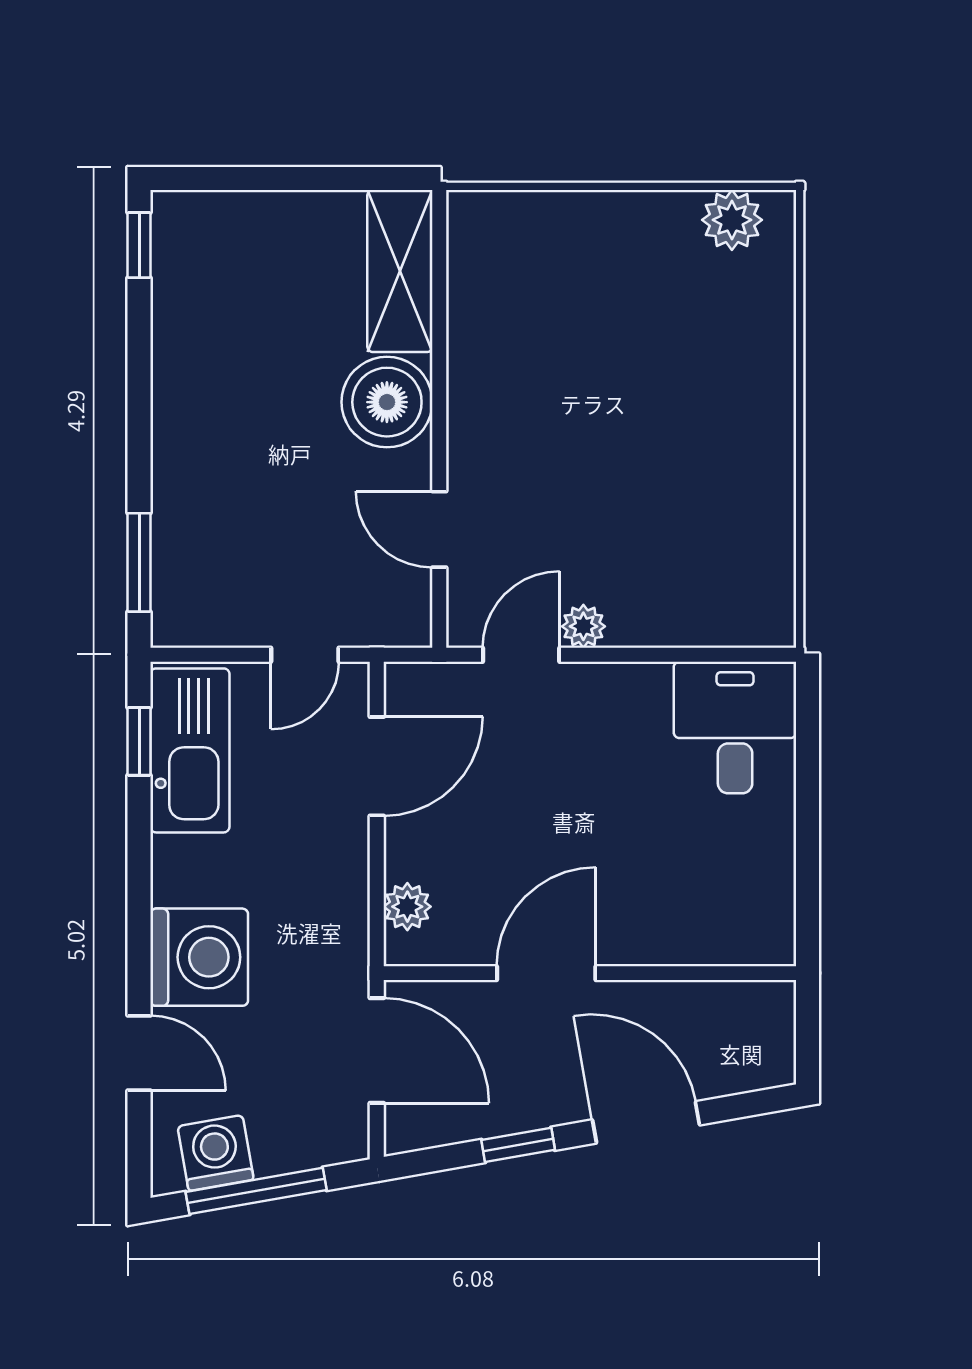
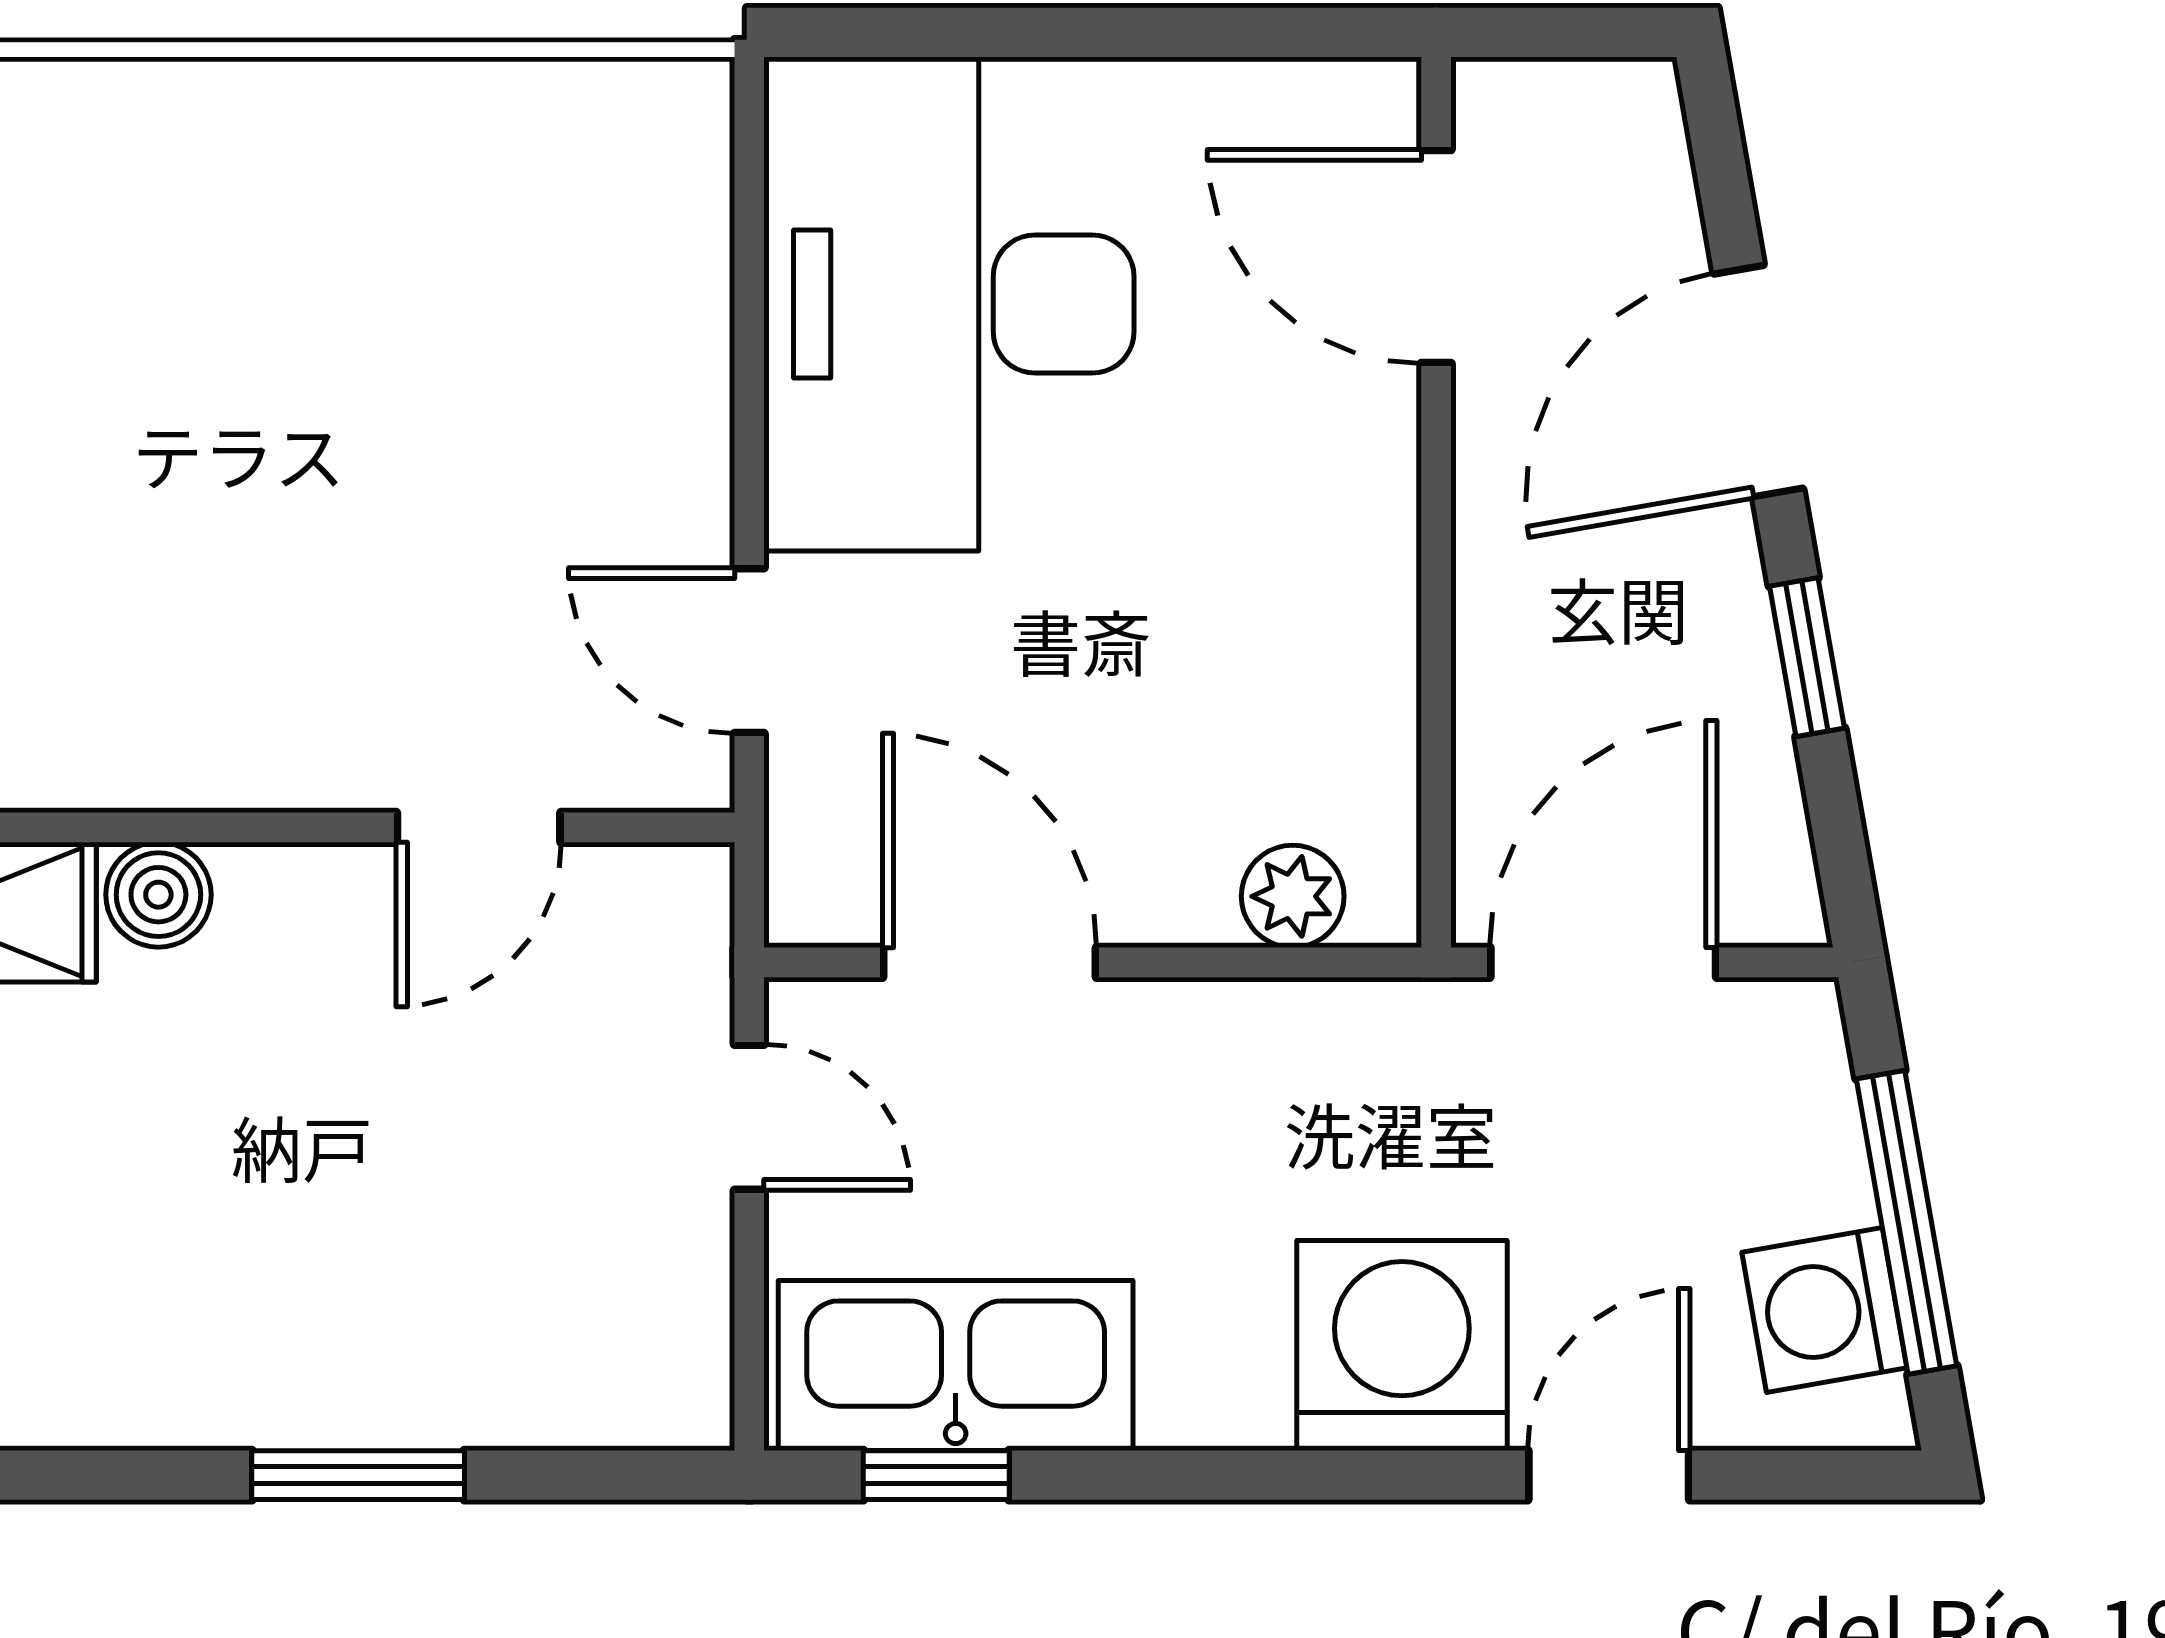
boiler: (387, 402) -> (158, 895), width x0.54, depth x0.54
window: (139, 562) -> (358, 1475), moved
plant: (583, 626) -> (688, 516), removed
desk: (735, 728) -> (949, 304), width x1.87, depth x1.30
door: (546, 973) -> (1436, 256), moved

